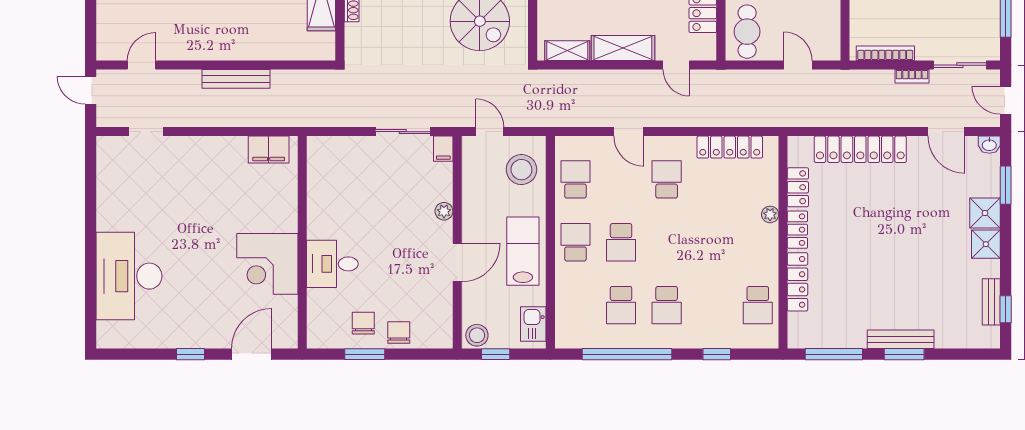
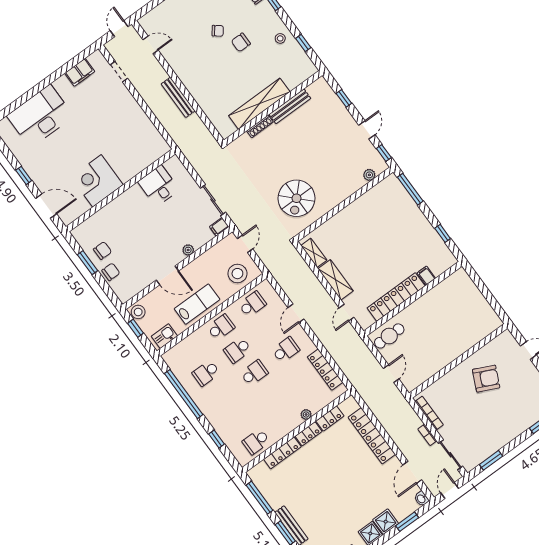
filing cabinet: (269, 150) -> (80, 72), moved, turned -90
desk: (332, 264) -> (159, 186), moved
school desk: (667, 305) -> (254, 373), moved, turned 180

